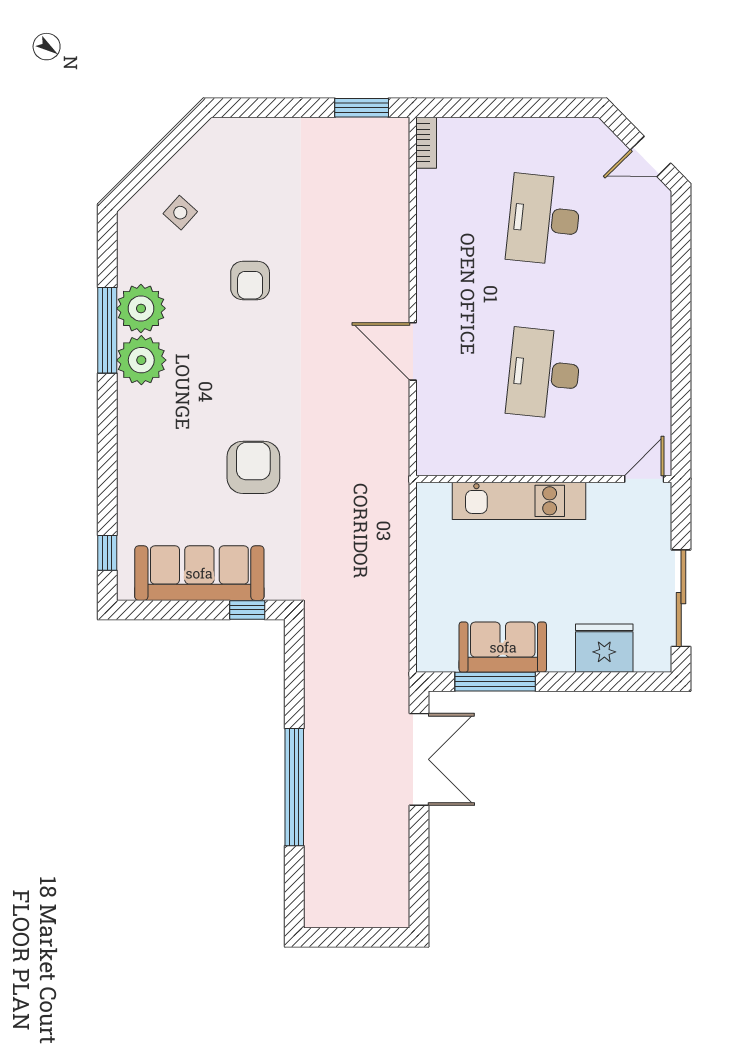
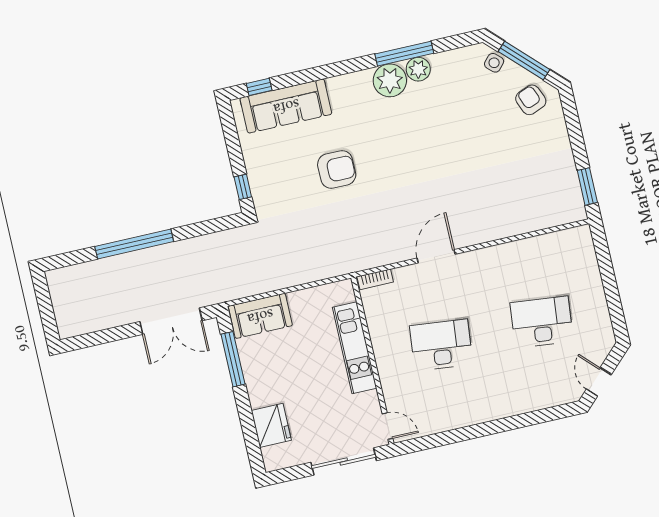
bookcase: (426, 143) -> (375, 279), moved
window: (157, 158) -> (524, 60), added
side table: (180, 213) -> (494, 63), moved
armchair: (250, 281) -> (531, 100), moved, turned 68
plant: (141, 308) -> (418, 69), width x0.73, depth x0.73
sofa: (199, 573) -> (286, 106), moved, turned 90
sliding door: (681, 598) -> (344, 461), moved
sofa: (503, 647) -> (260, 316), moved, turned 90

